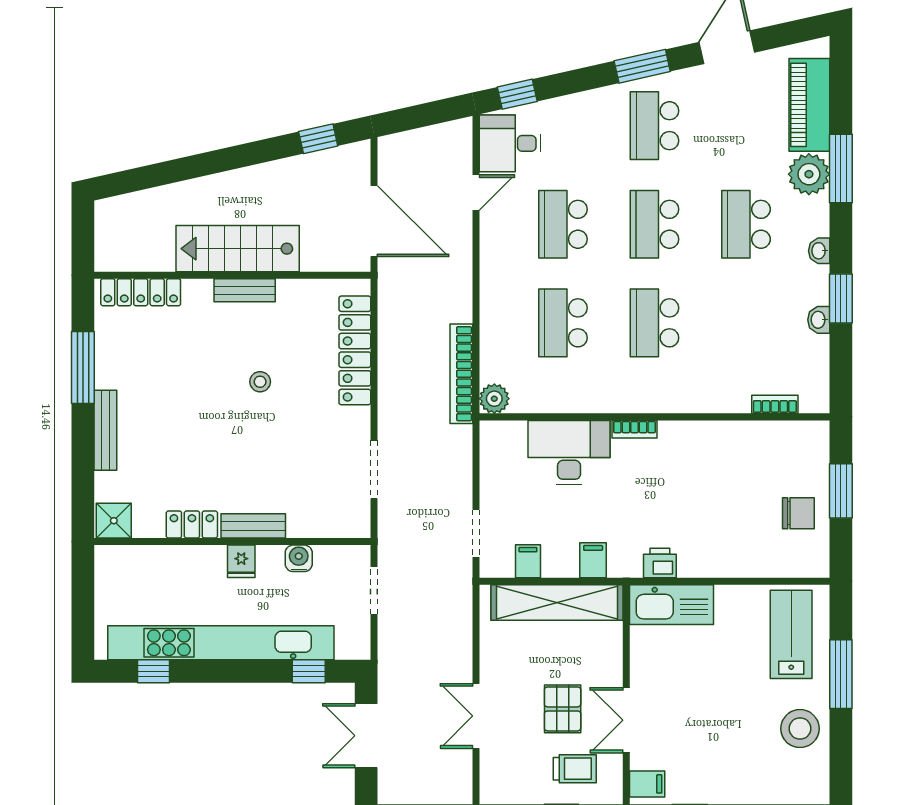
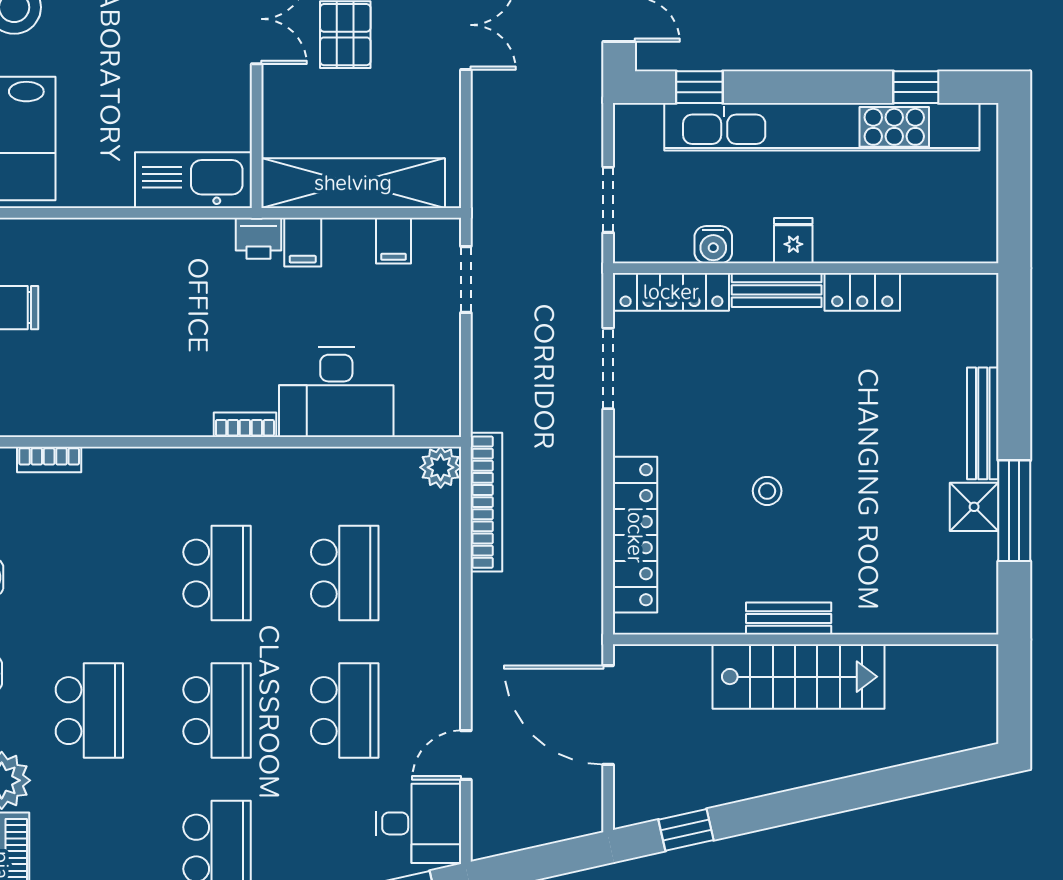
locker: (141, 292) -> (671, 292), moved, turned 180
shower: (114, 521) -> (974, 507), moved
printer: (660, 563) -> (259, 238), moved

